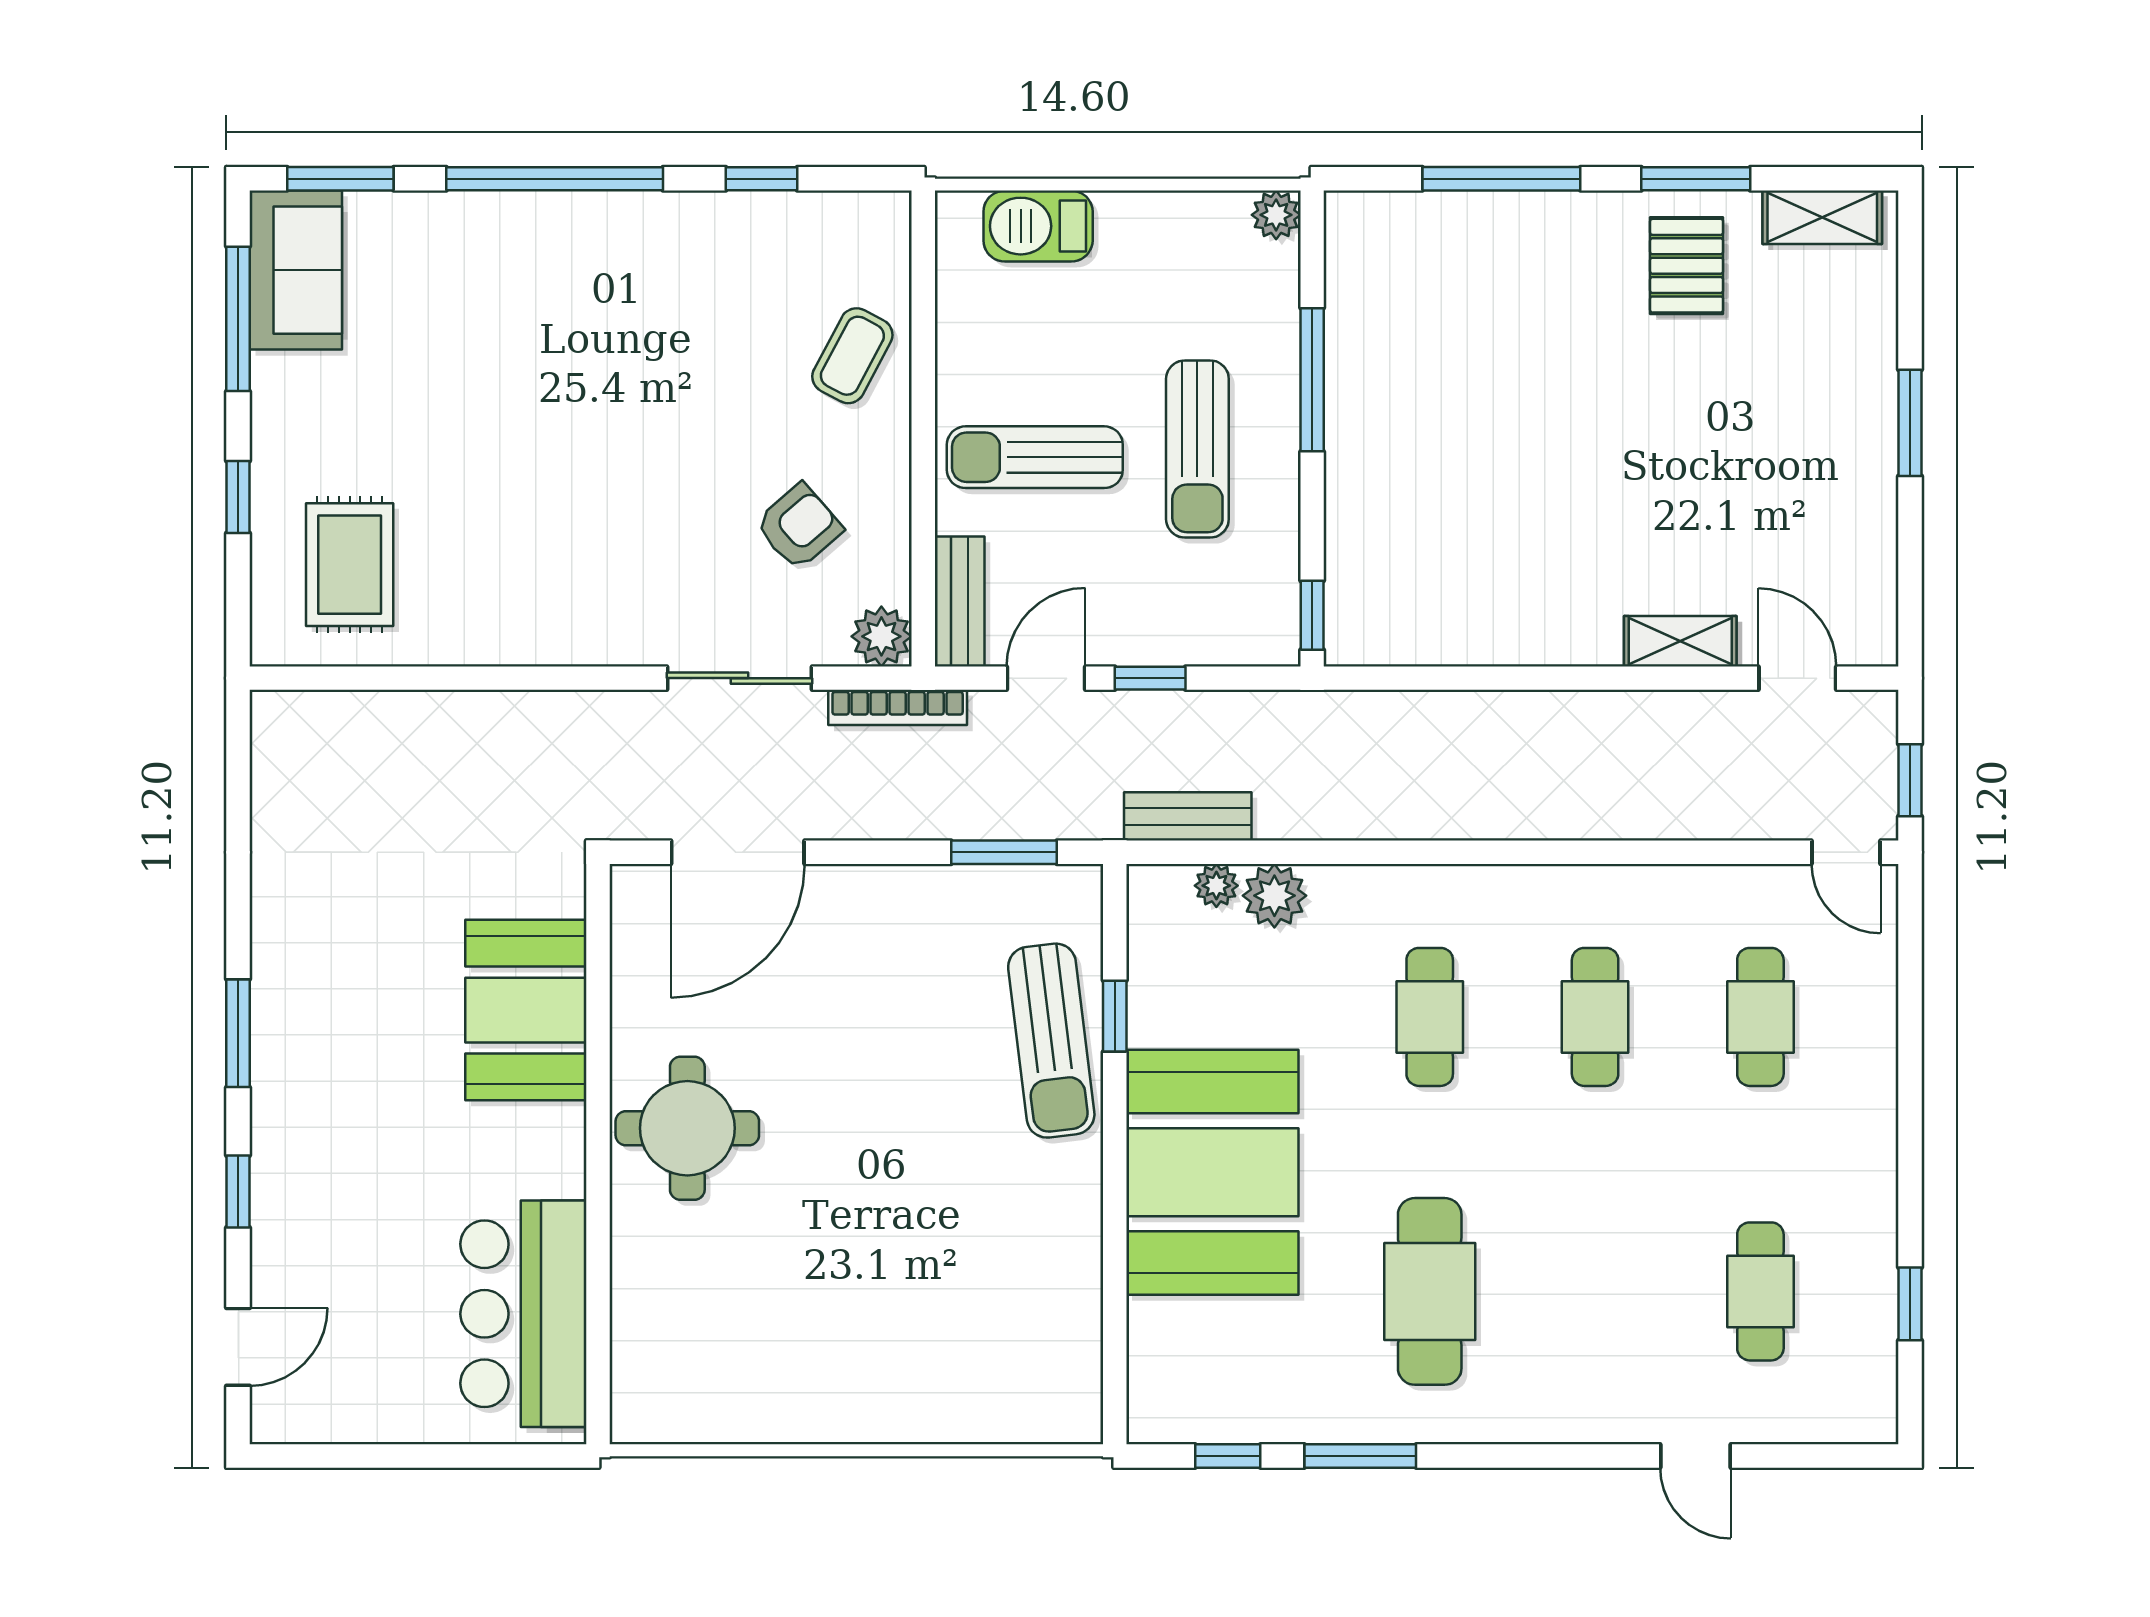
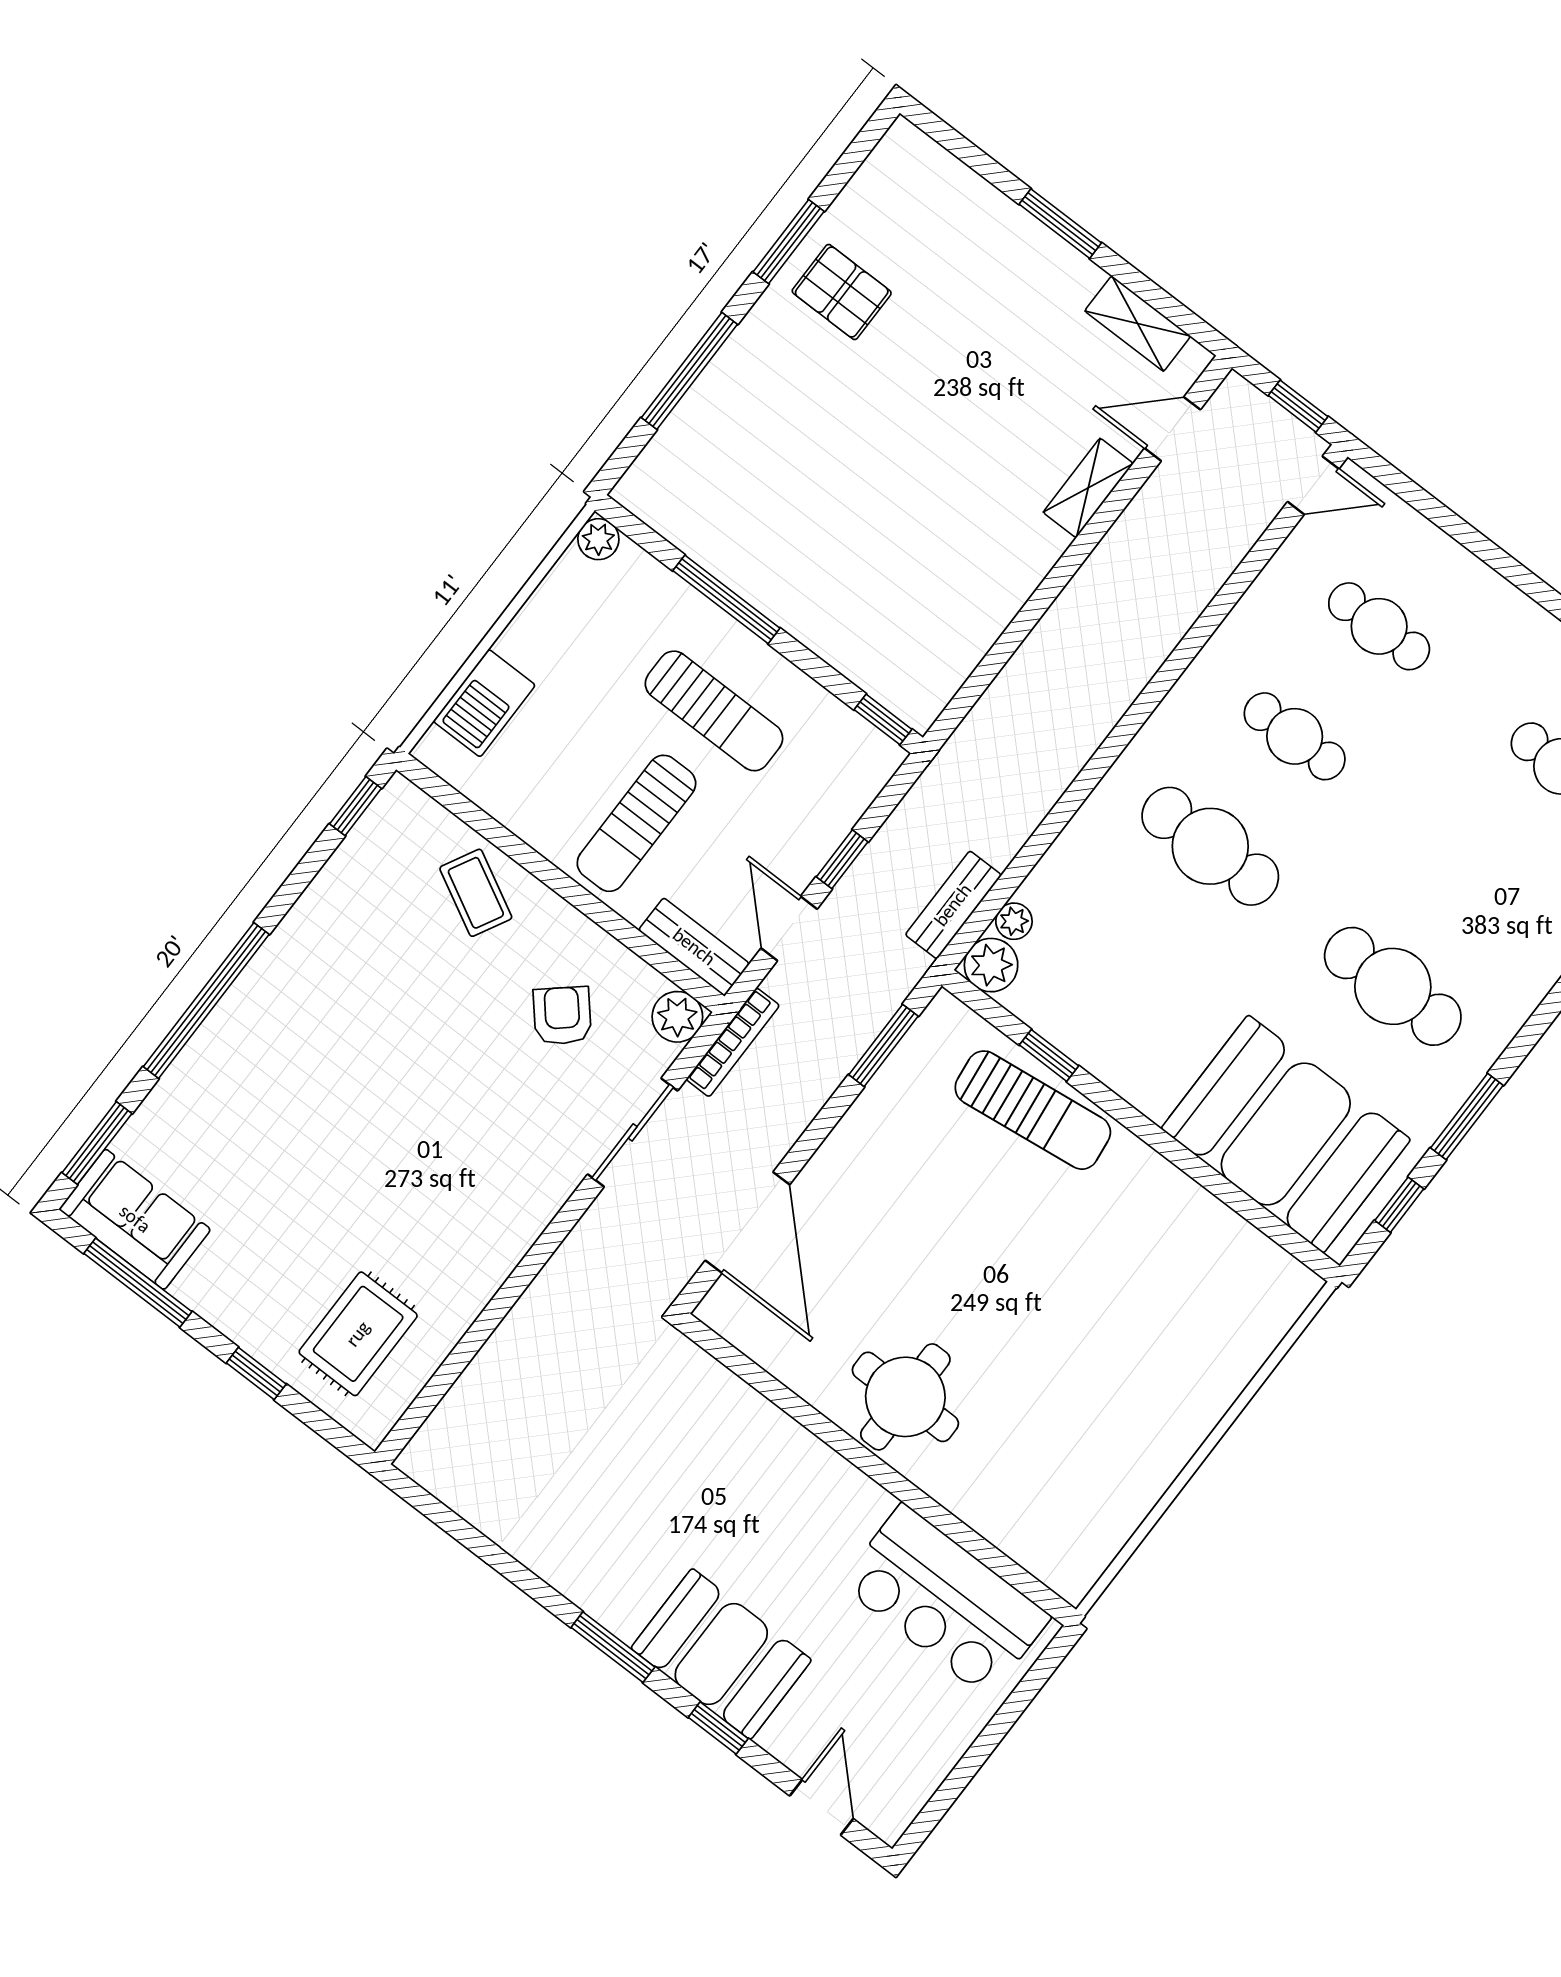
window: (761, 179) -> (355, 806), moved
shelving: (1822, 217) -> (1138, 324), moved, turned 90
rug: (350, 565) -> (358, 1334), turned 90
plant: (1274, 896) -> (991, 965), moved
booth: (526, 1010) -> (721, 1654), moved
cafe table: (1430, 1017) -> (1210, 846), width x1.37, depth x1.35
booth: (1212, 1172) -> (1286, 1134), moved

